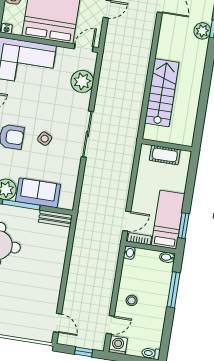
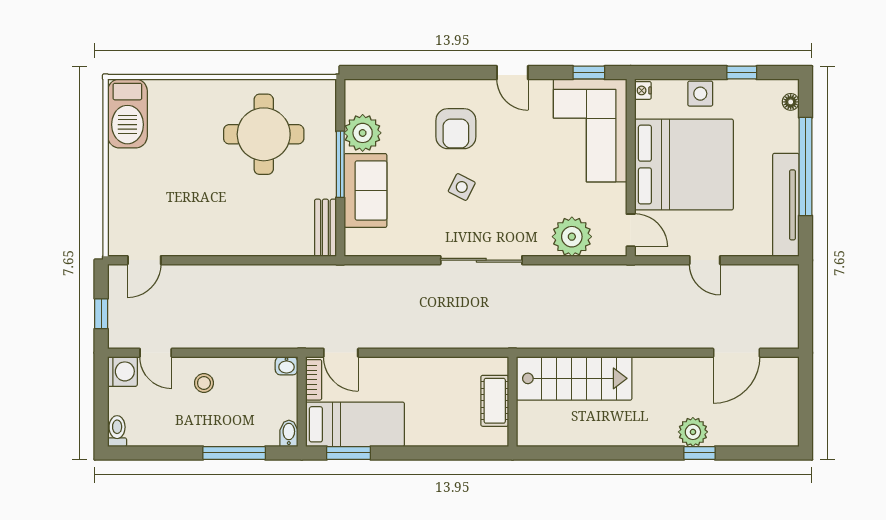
wall: (167, 145) -> (512, 402), moved
cot: (165, 155) -> (495, 401), moved

